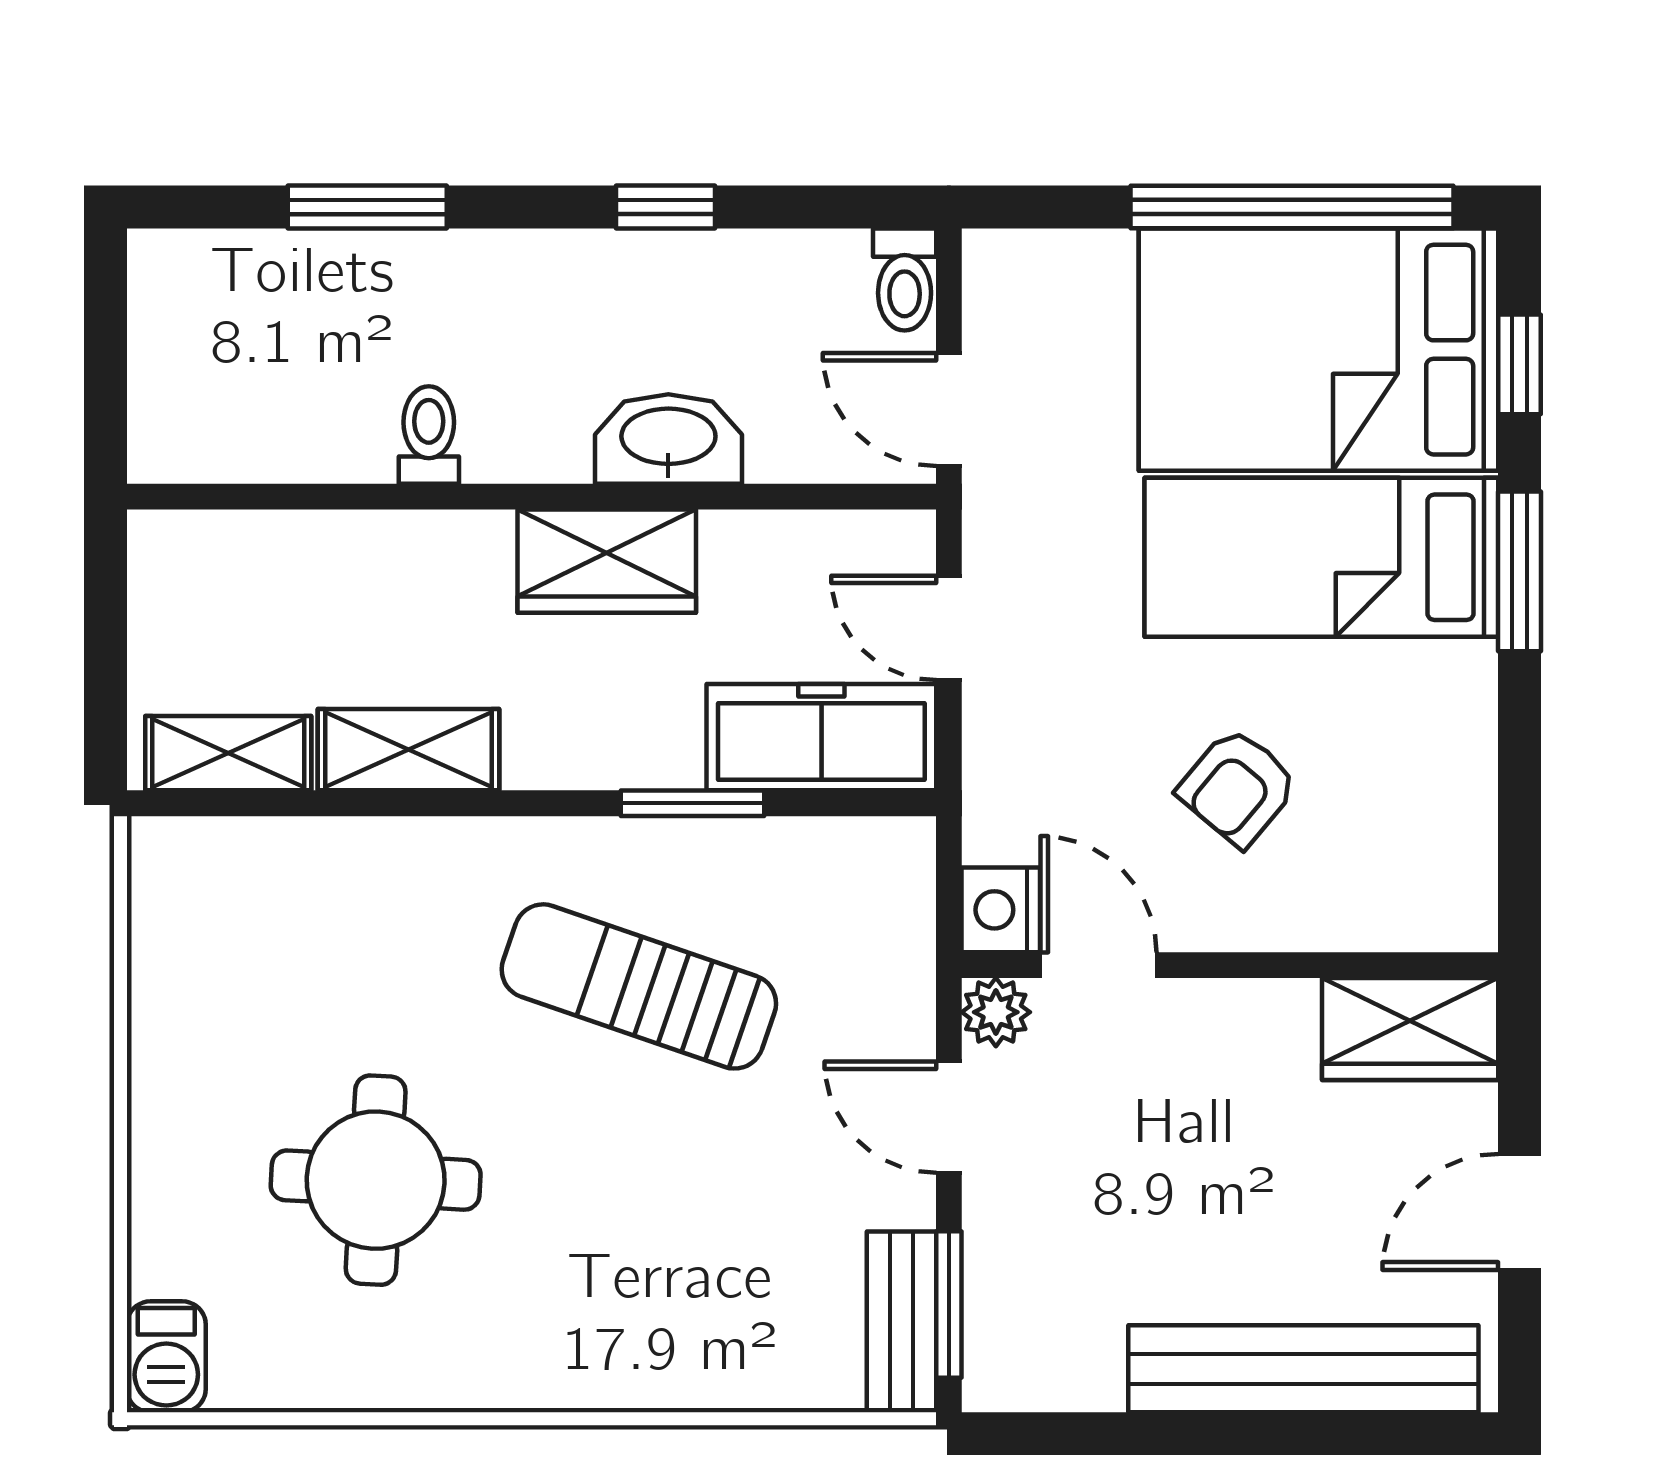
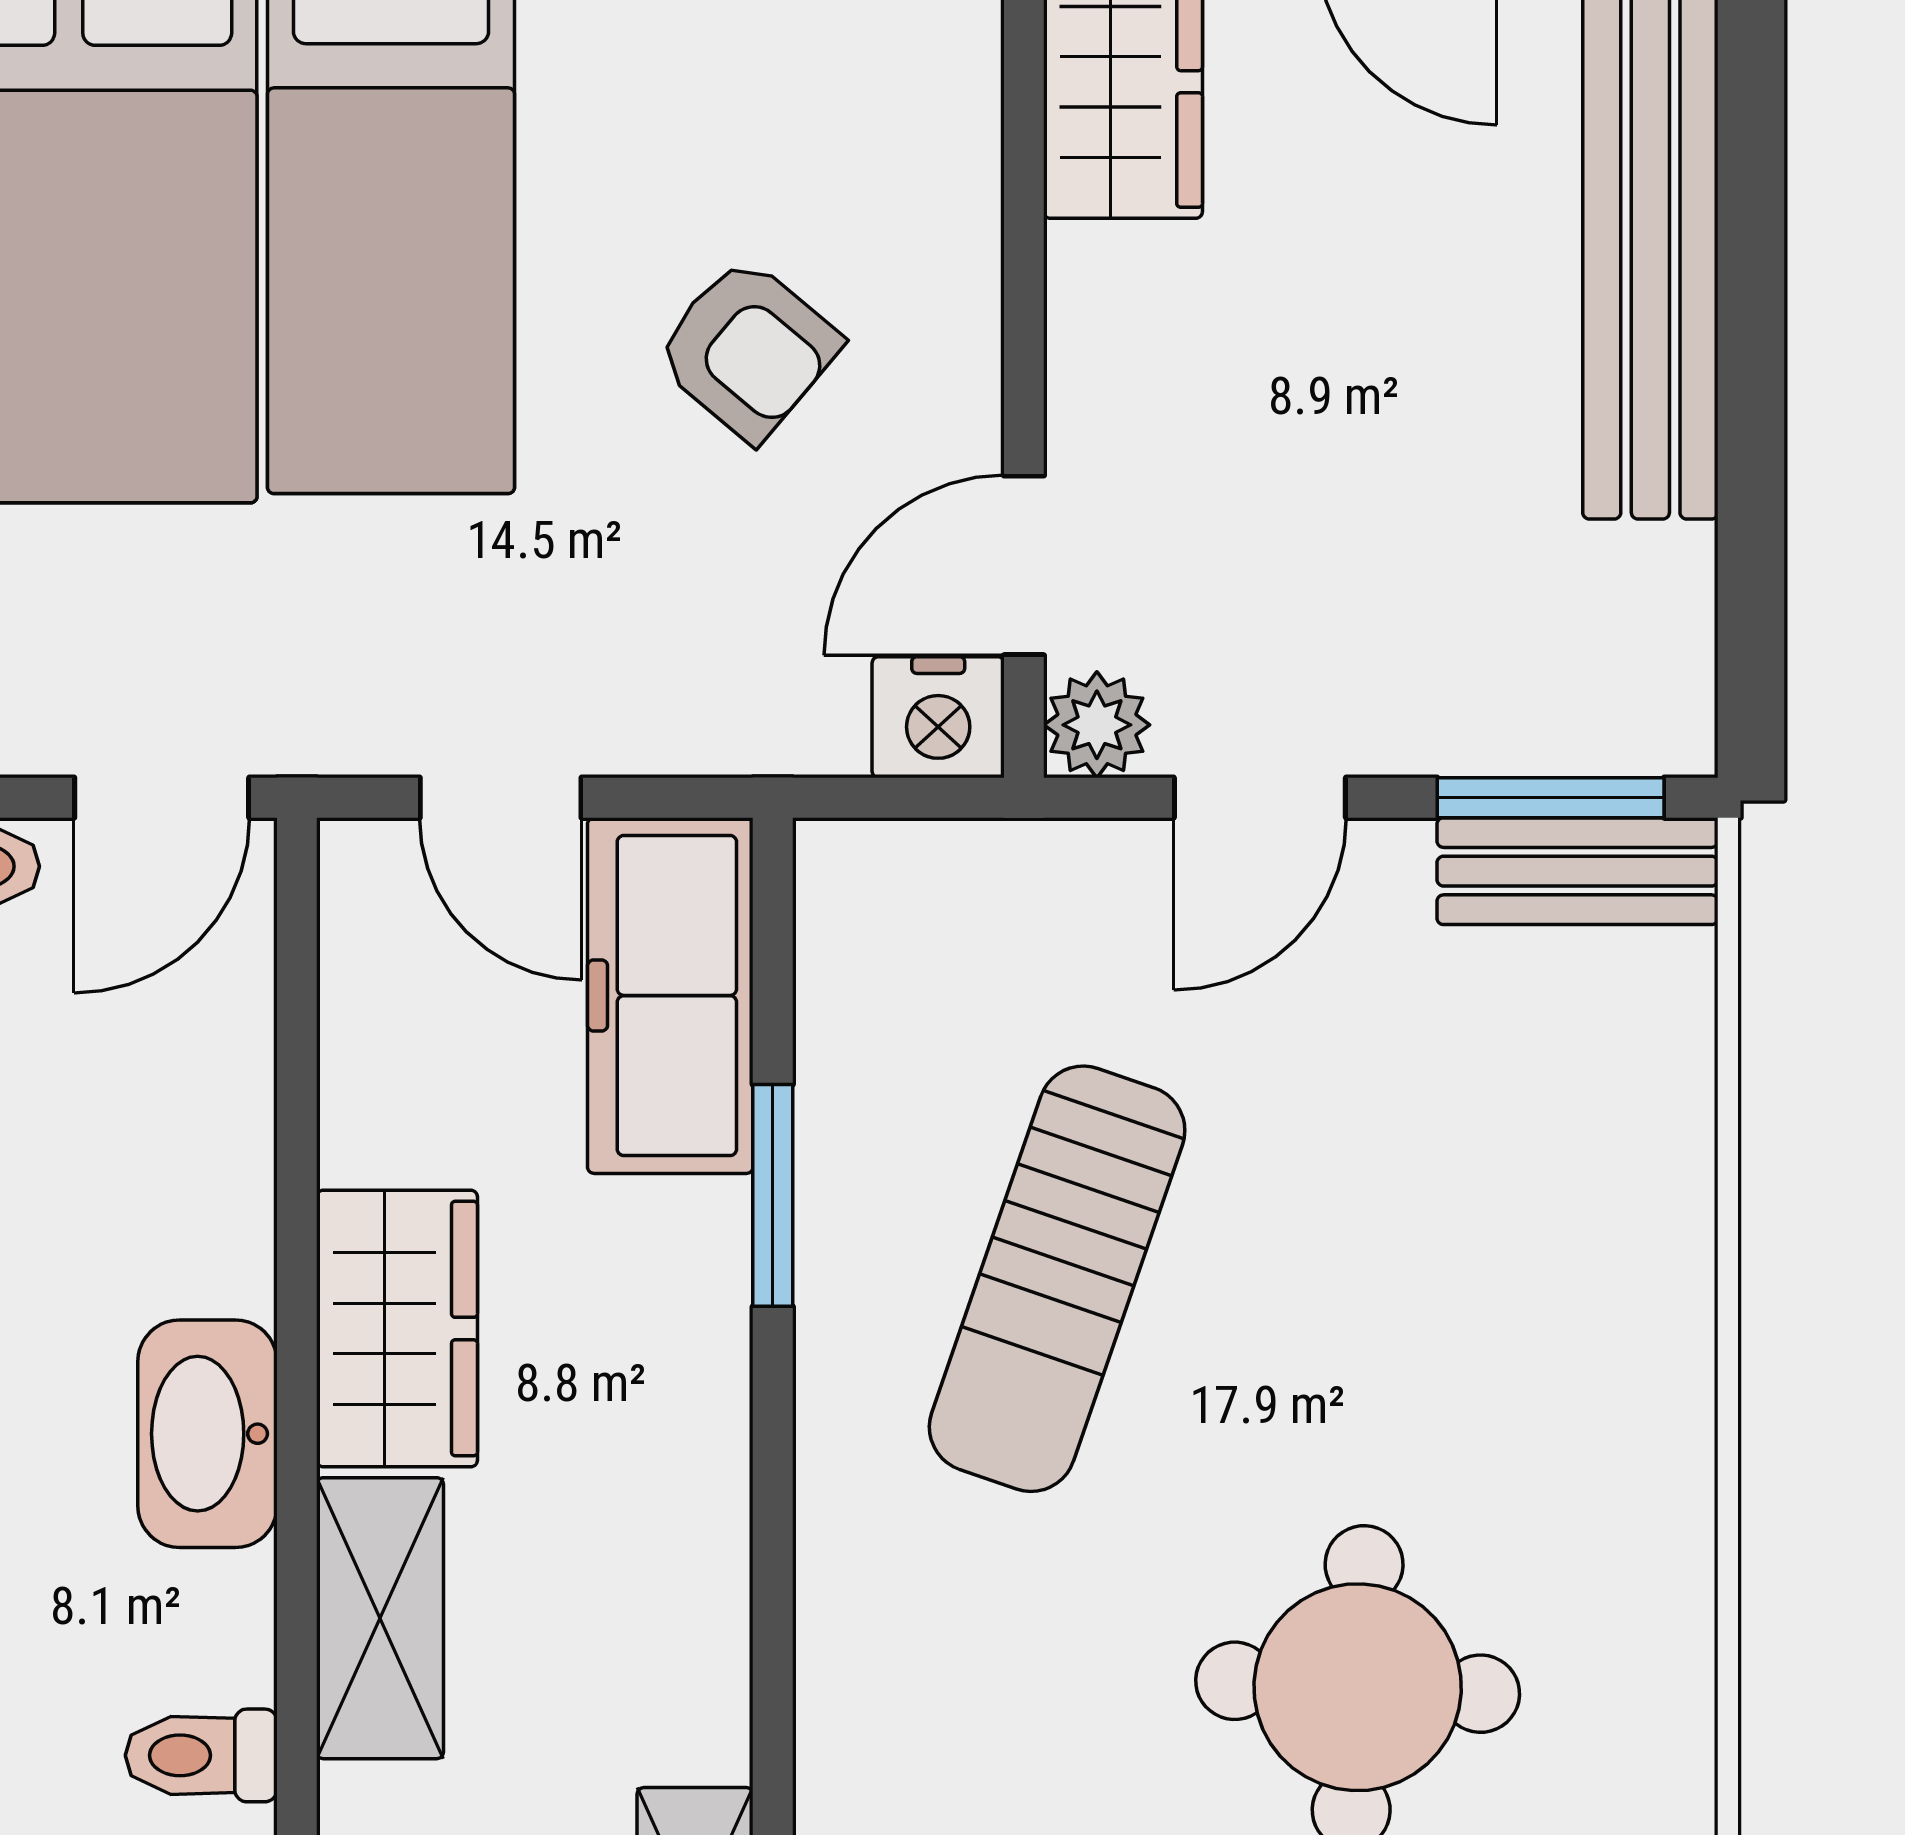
toilet: (429, 435) -> (201, 1755), moved
washbasin: (668, 439) -> (207, 1434), moved
door: (949, 628) -> (501, 798), hinge flipped
shelving: (408, 750) -> (380, 1618), moved

